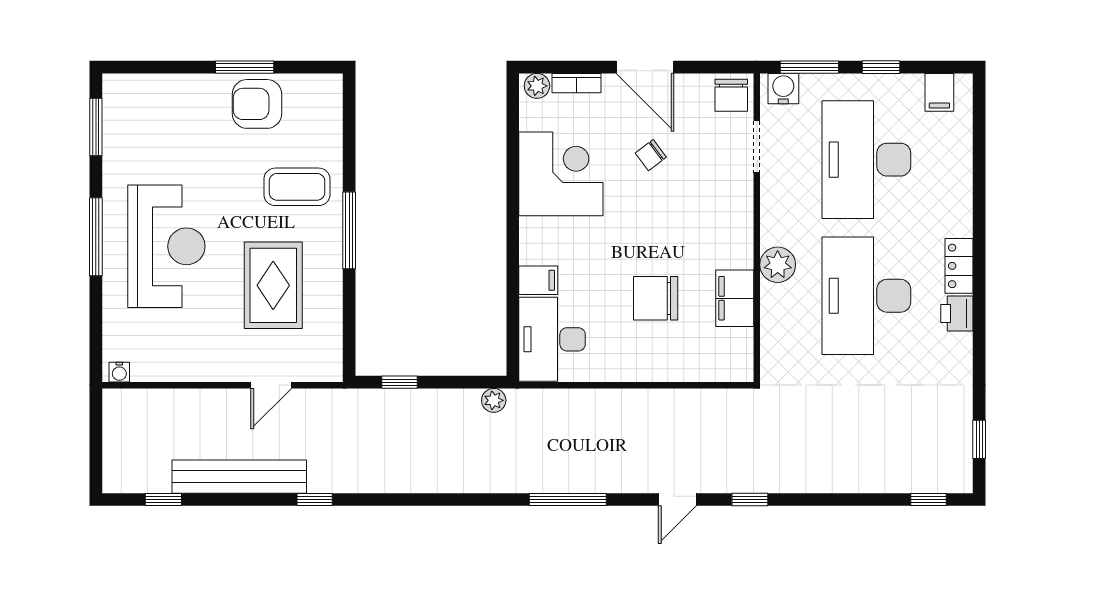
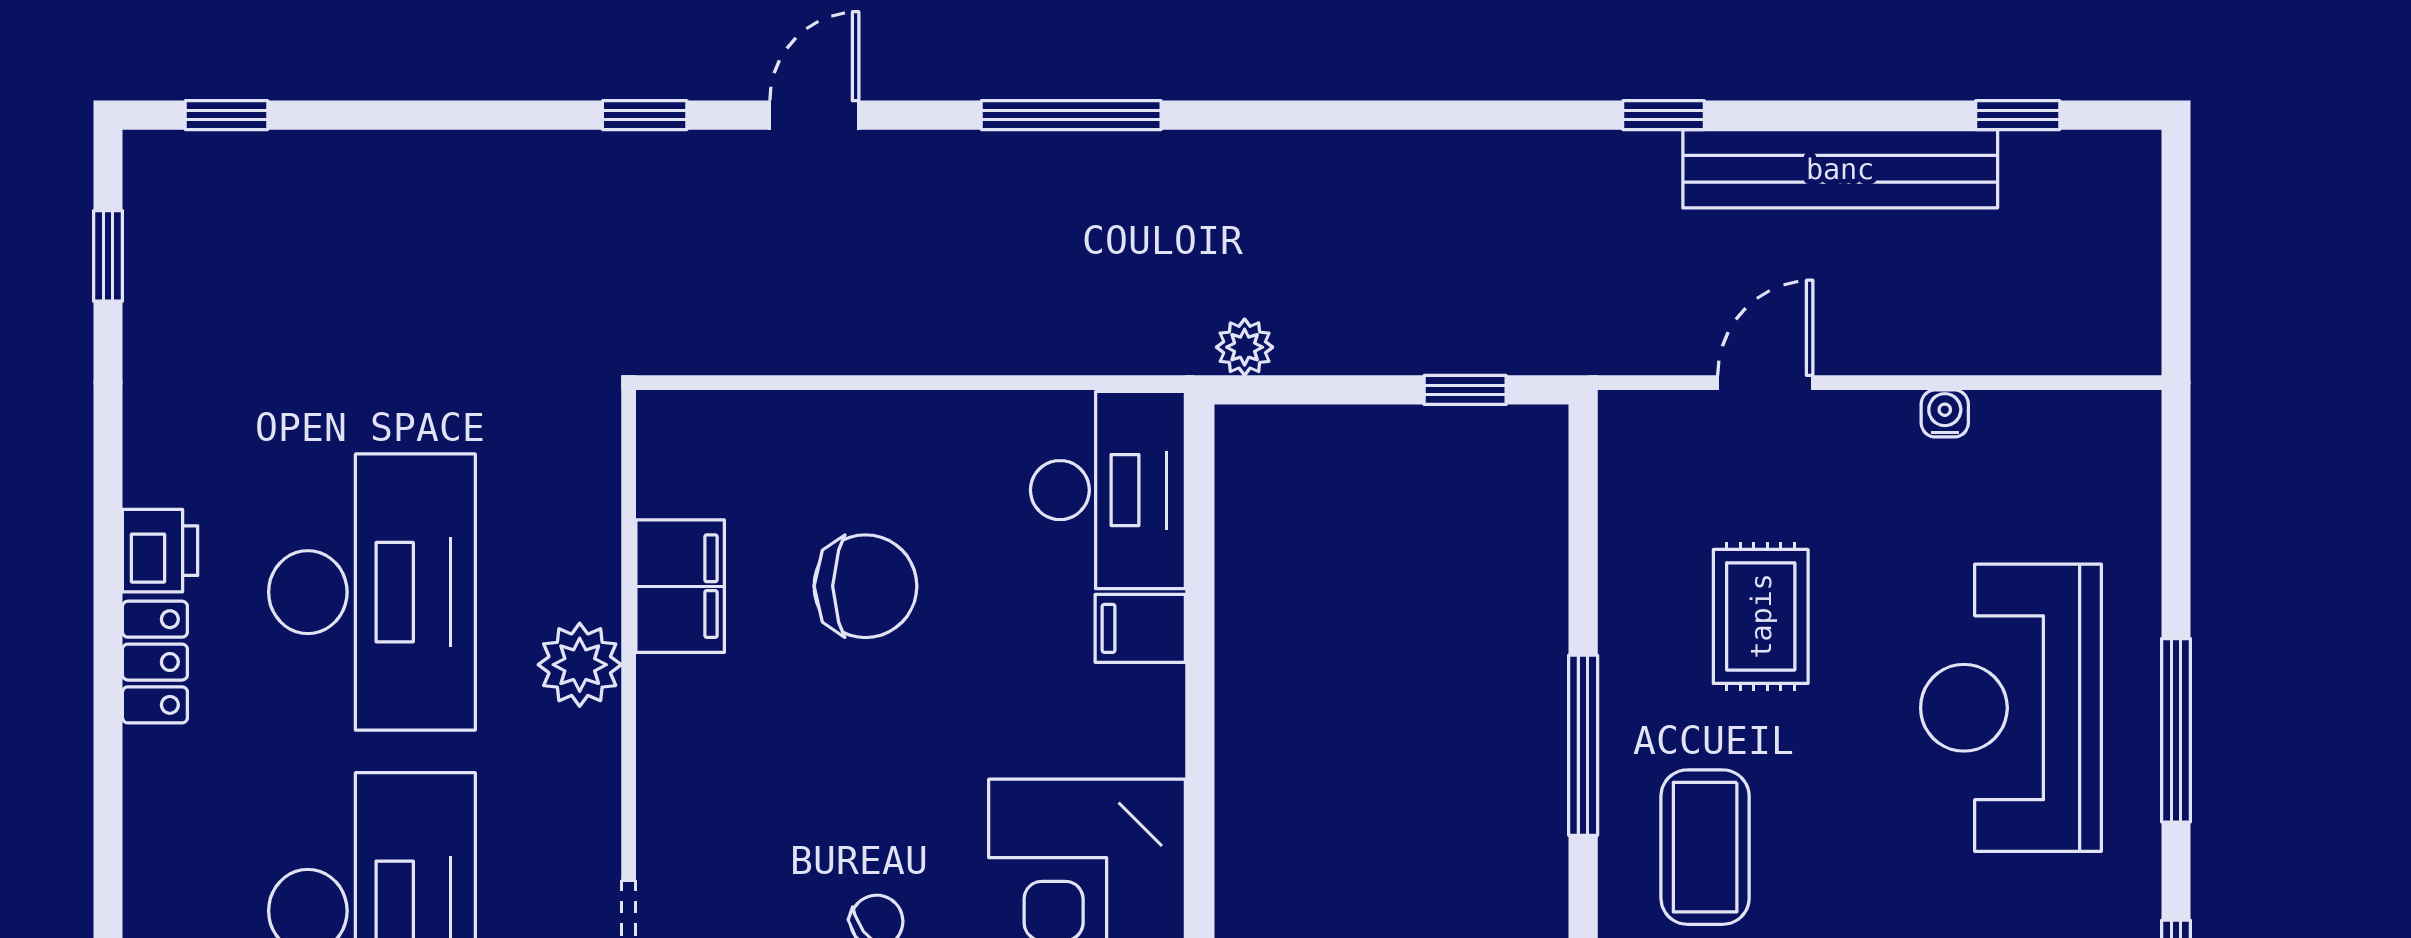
coffee table: (297, 187) -> (1705, 847), turned 90
rug: (273, 285) -> (1761, 616), width x0.73, depth x0.70
water cooler: (119, 372) -> (1945, 413), moved

